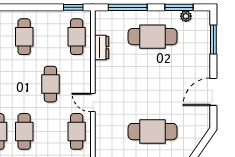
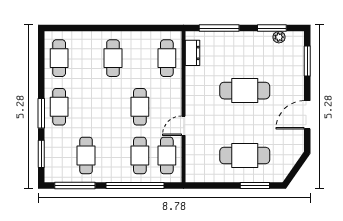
window: (73, 7) -> (163, 28), removed
cafe table: (153, 37) -> (245, 91), moved
dresser: (102, 48) -> (193, 53), moved
door: (93, 103) -> (184, 126), hinge flipped
cafe table: (24, 131) -> (140, 155), moved

